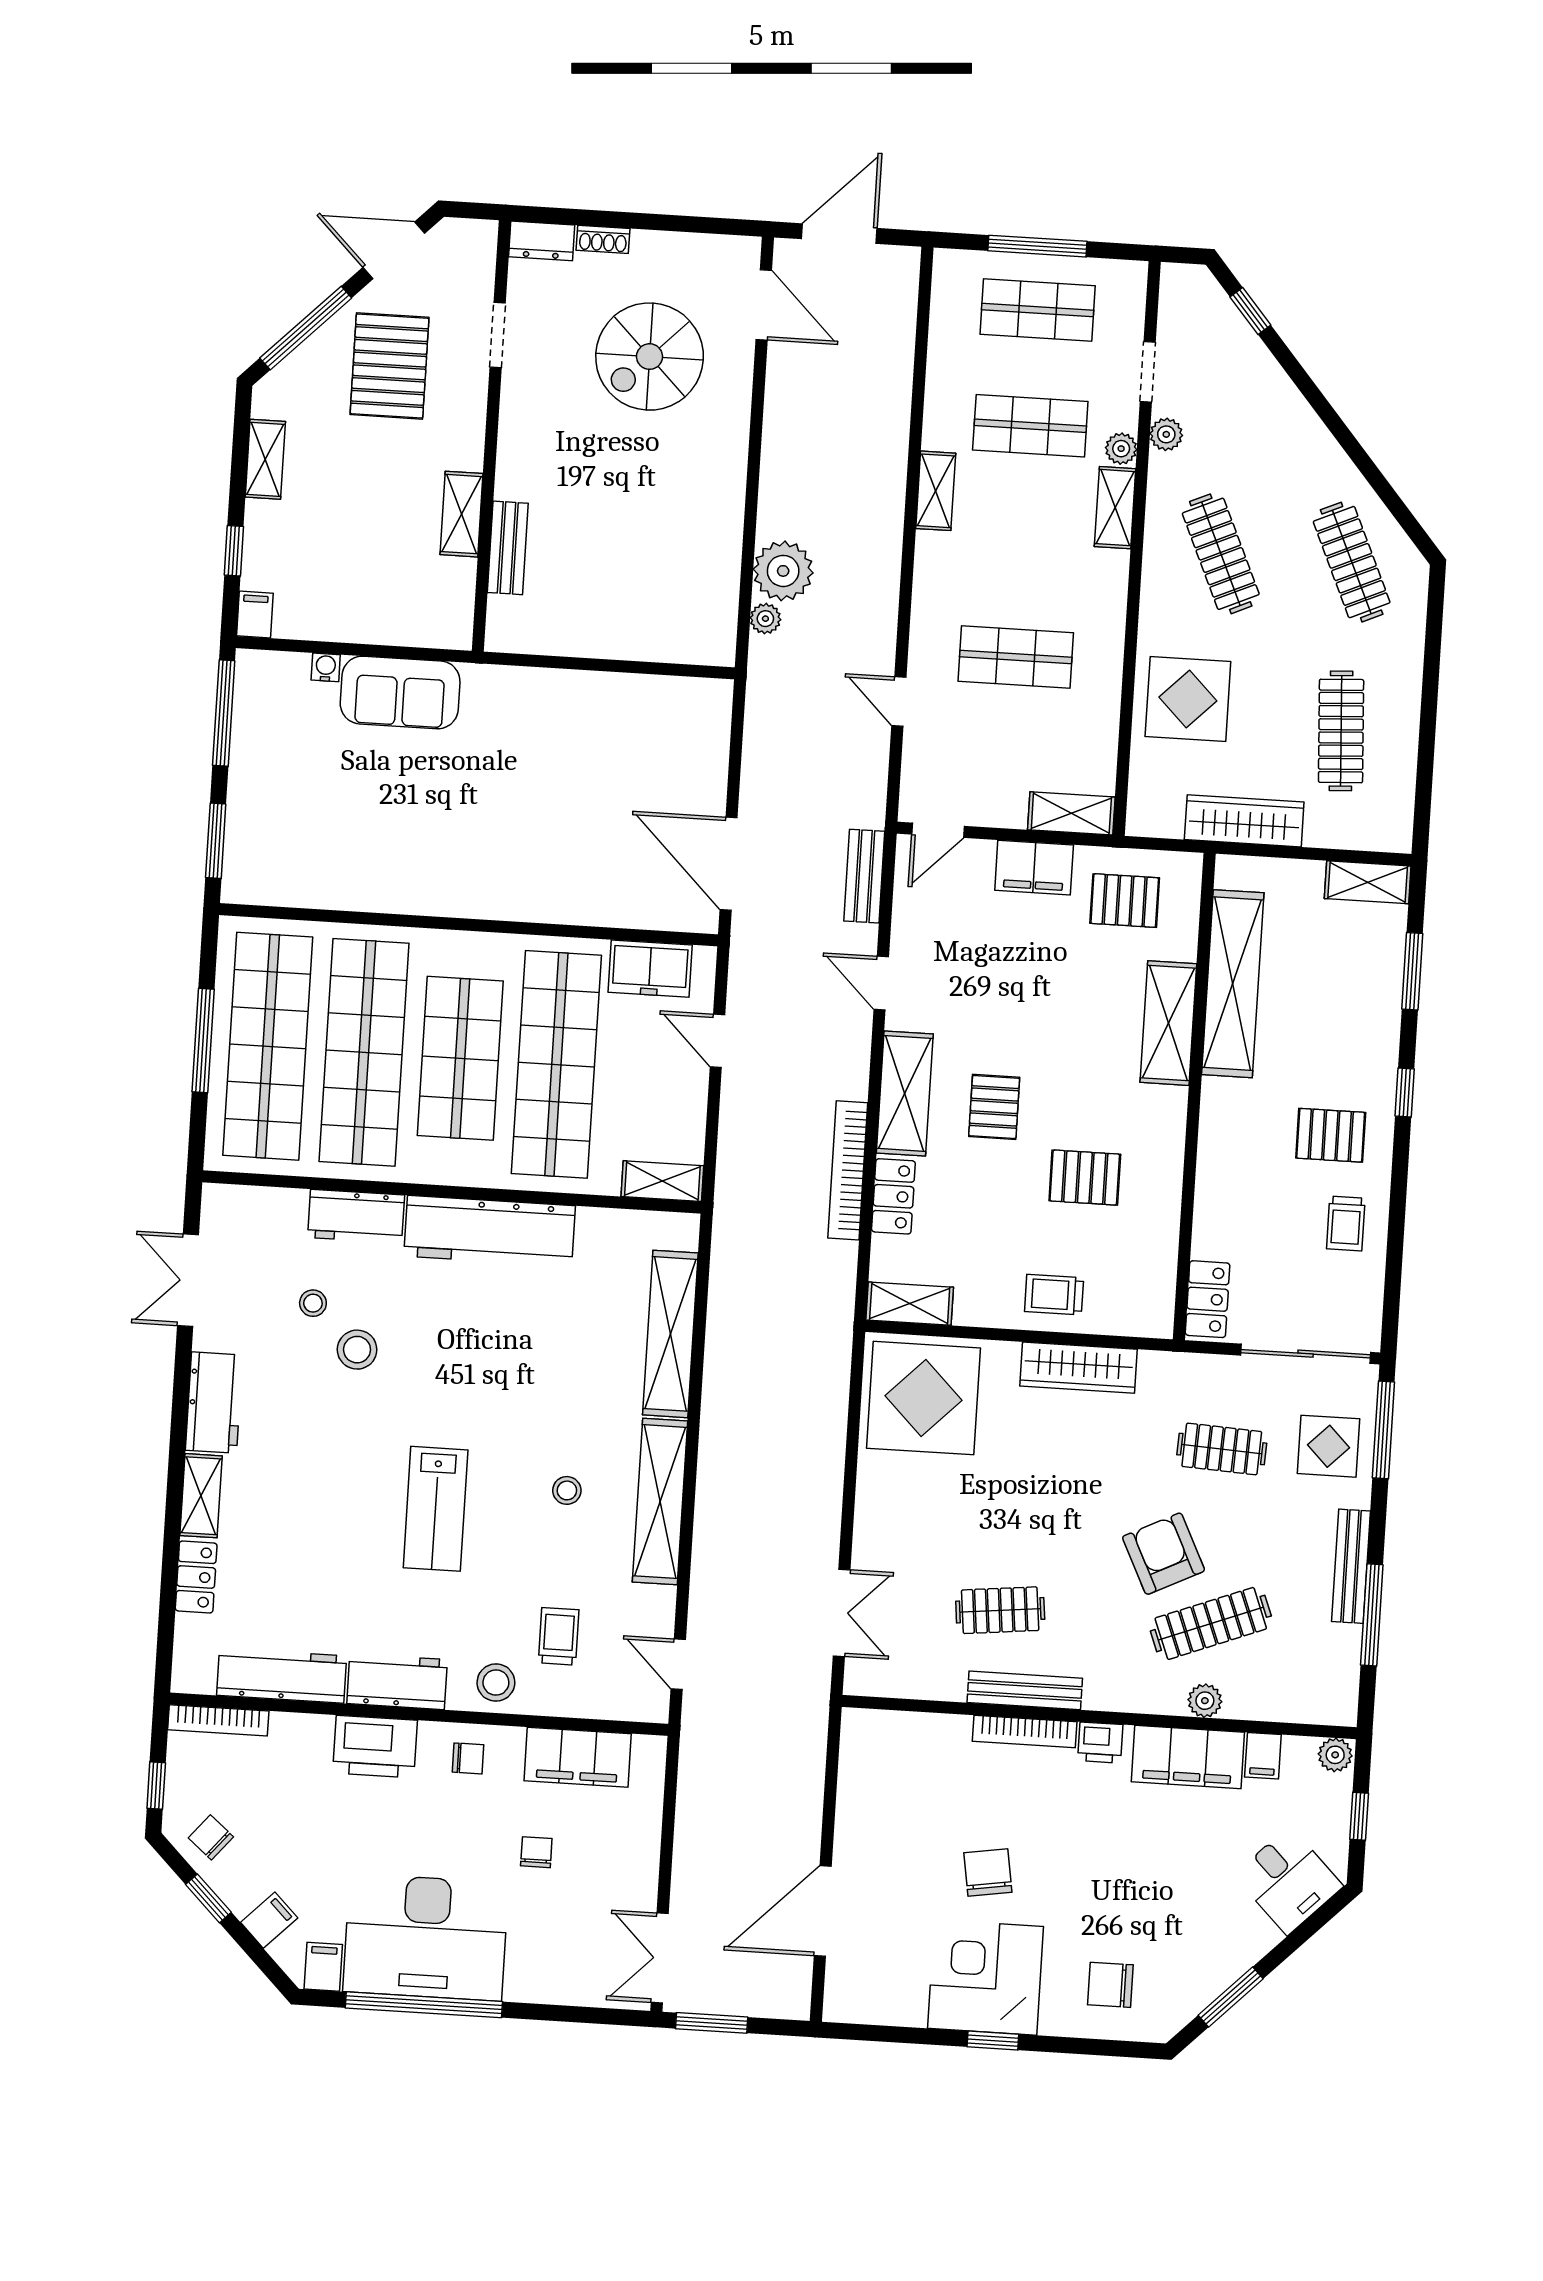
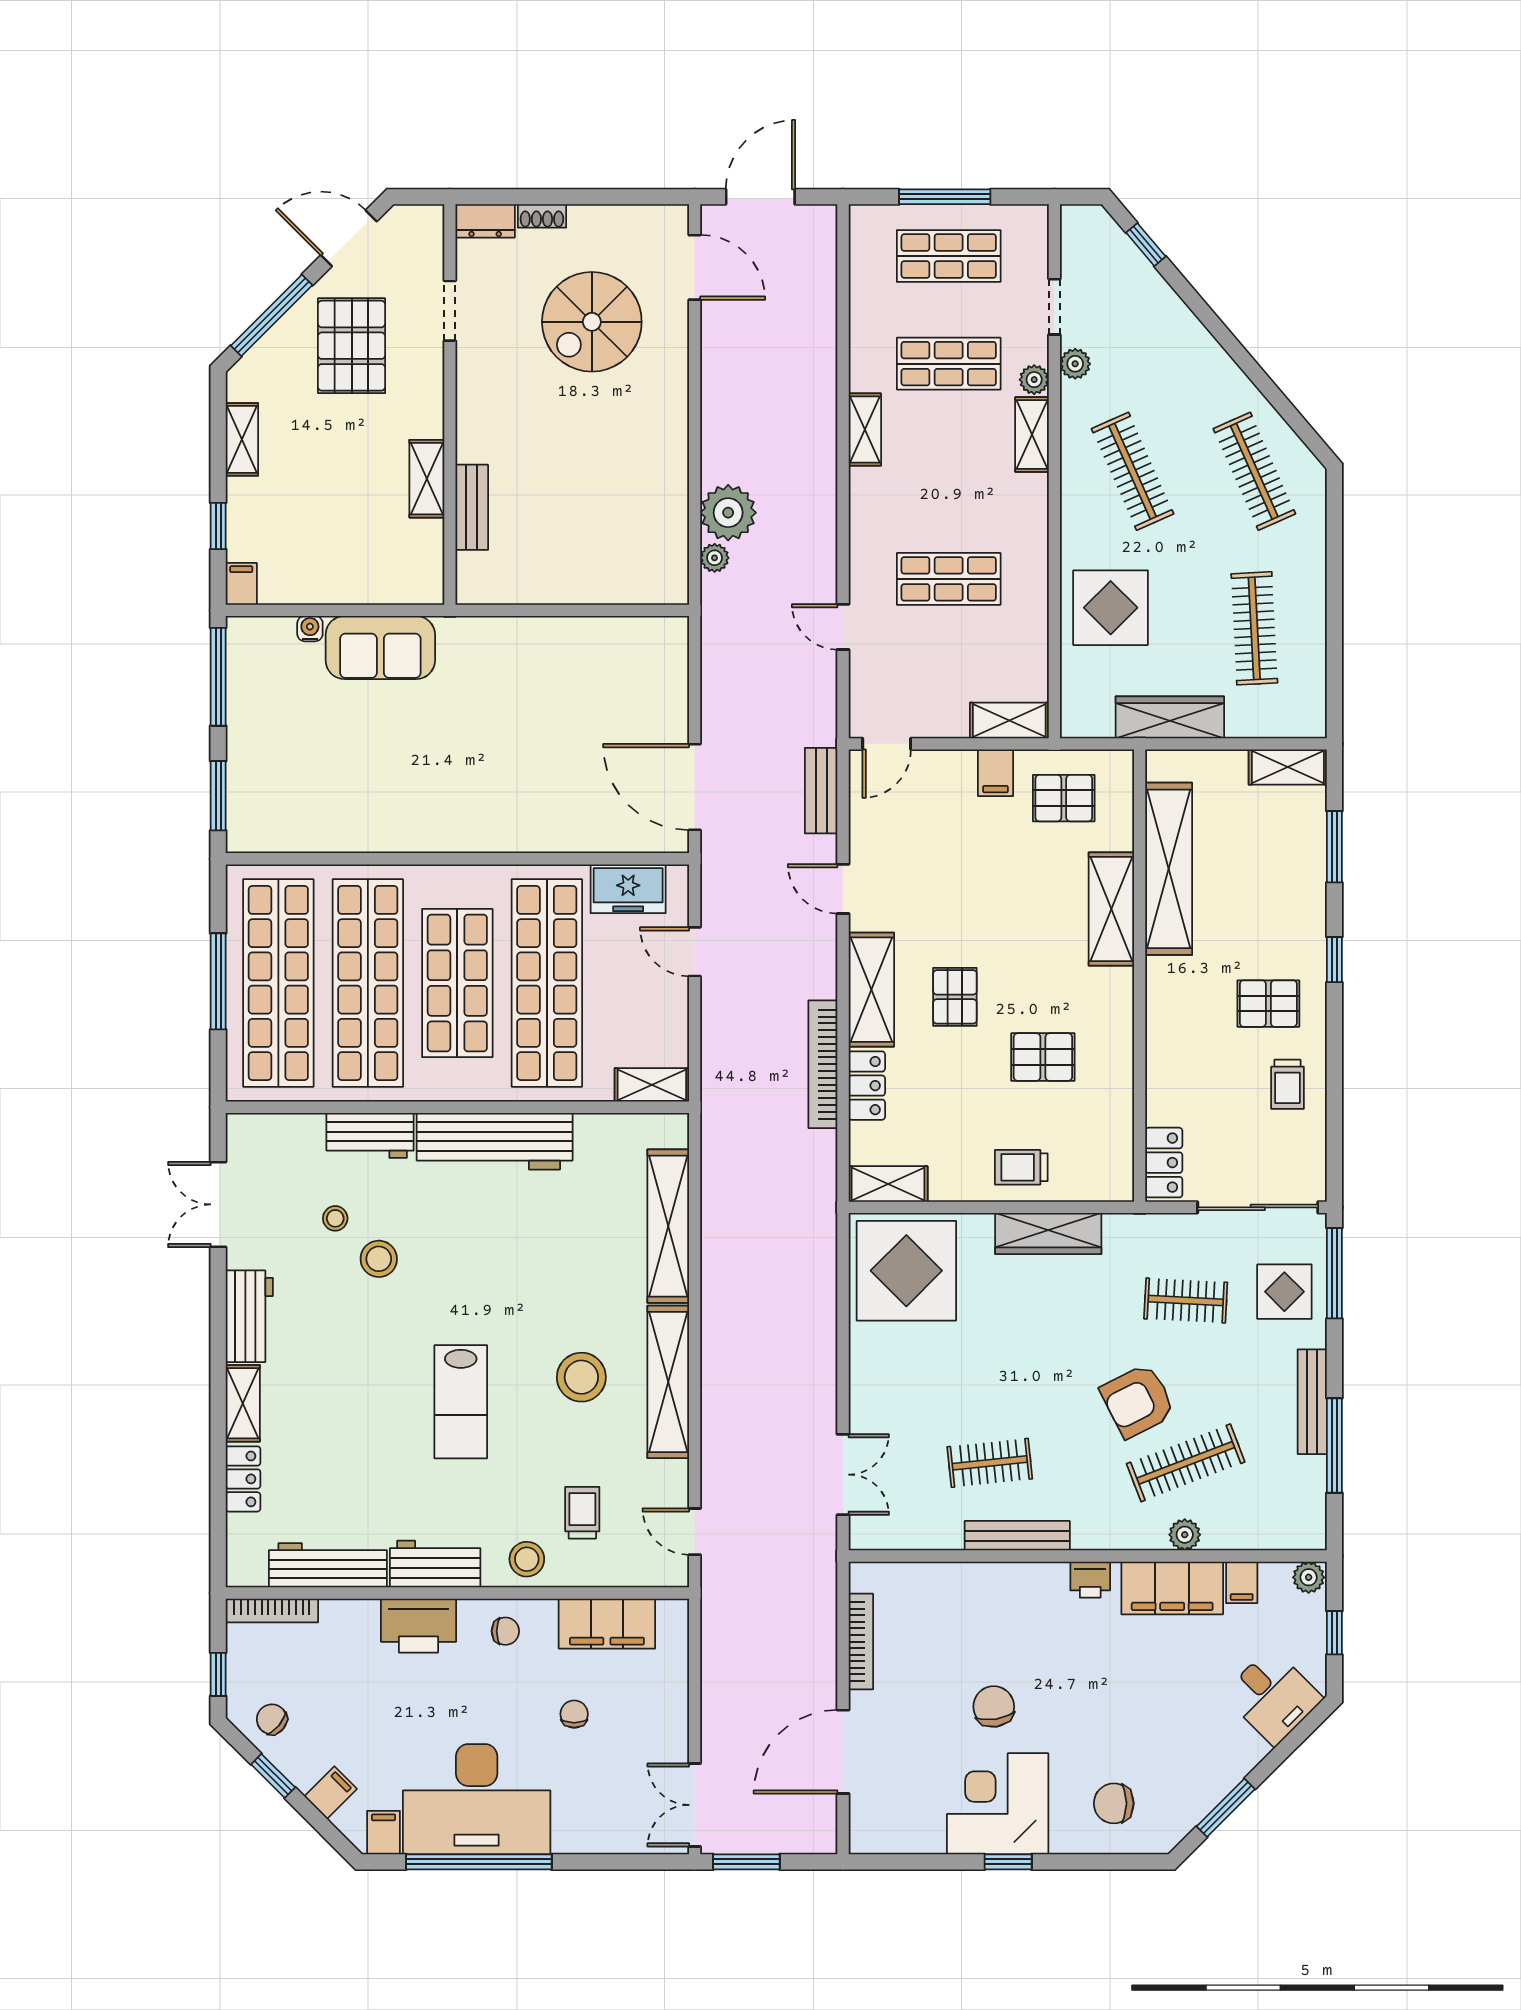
filing cabinet: (1034, 868) -> (995, 773), width x0.50
stool: (567, 1490) -> (581, 1377), width x1.89, depth x1.89
armchair: (1164, 1554) -> (1138, 1401), turned -91
bookcase: (1025, 1732) -> (861, 1642), moved, turned -90

